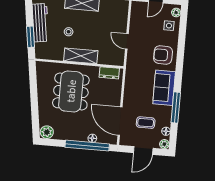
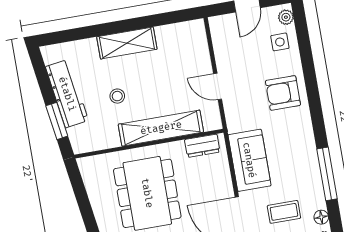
shelving: (81, 56) -> (161, 128), width x1.47
sofa: (164, 88) -> (249, 160), moved, turned 180

